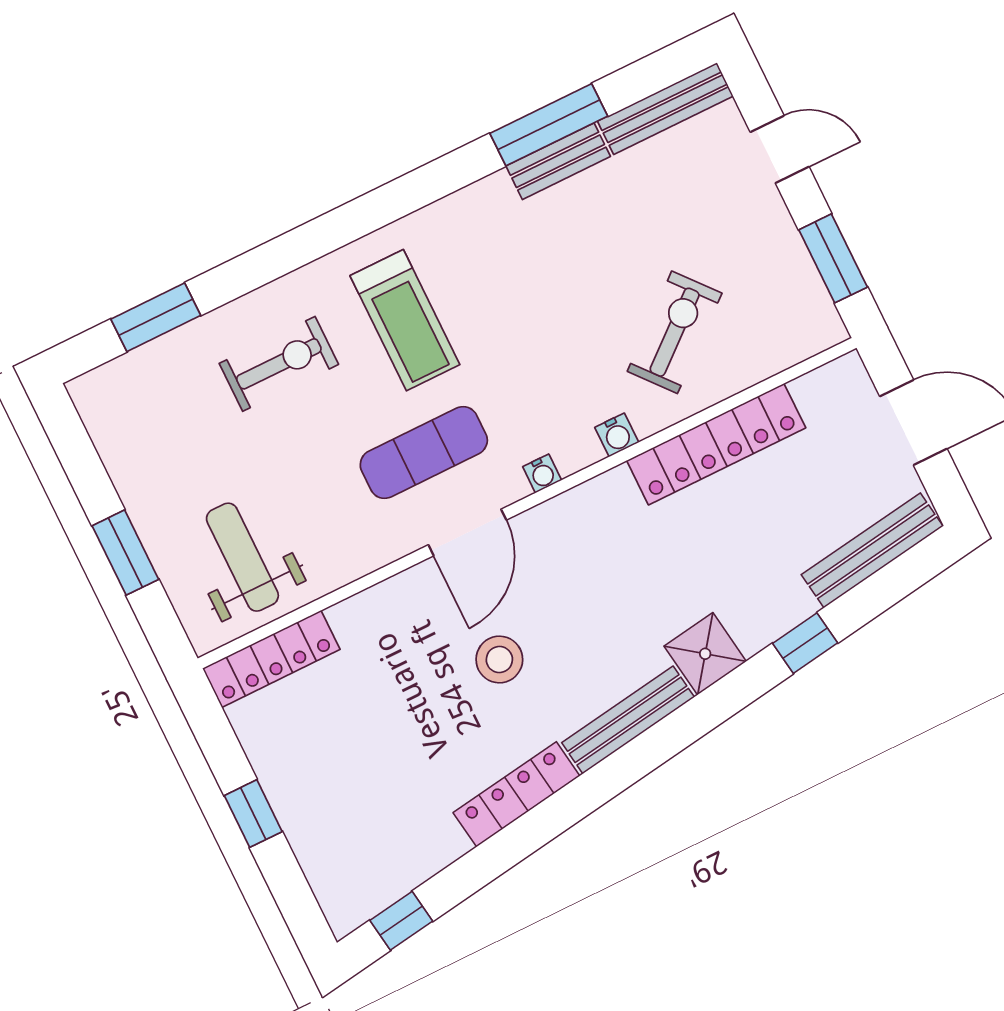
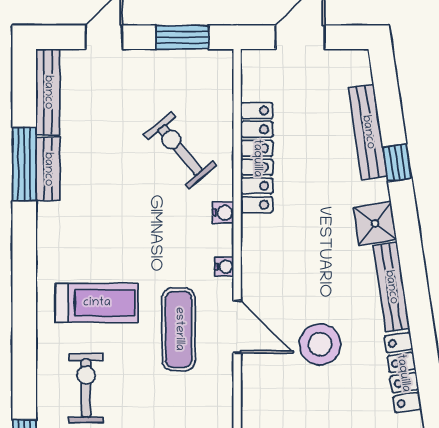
bench: (872, 550) -> (368, 132), moved
stool: (499, 660) -> (320, 344), width x1.38, depth x1.38

